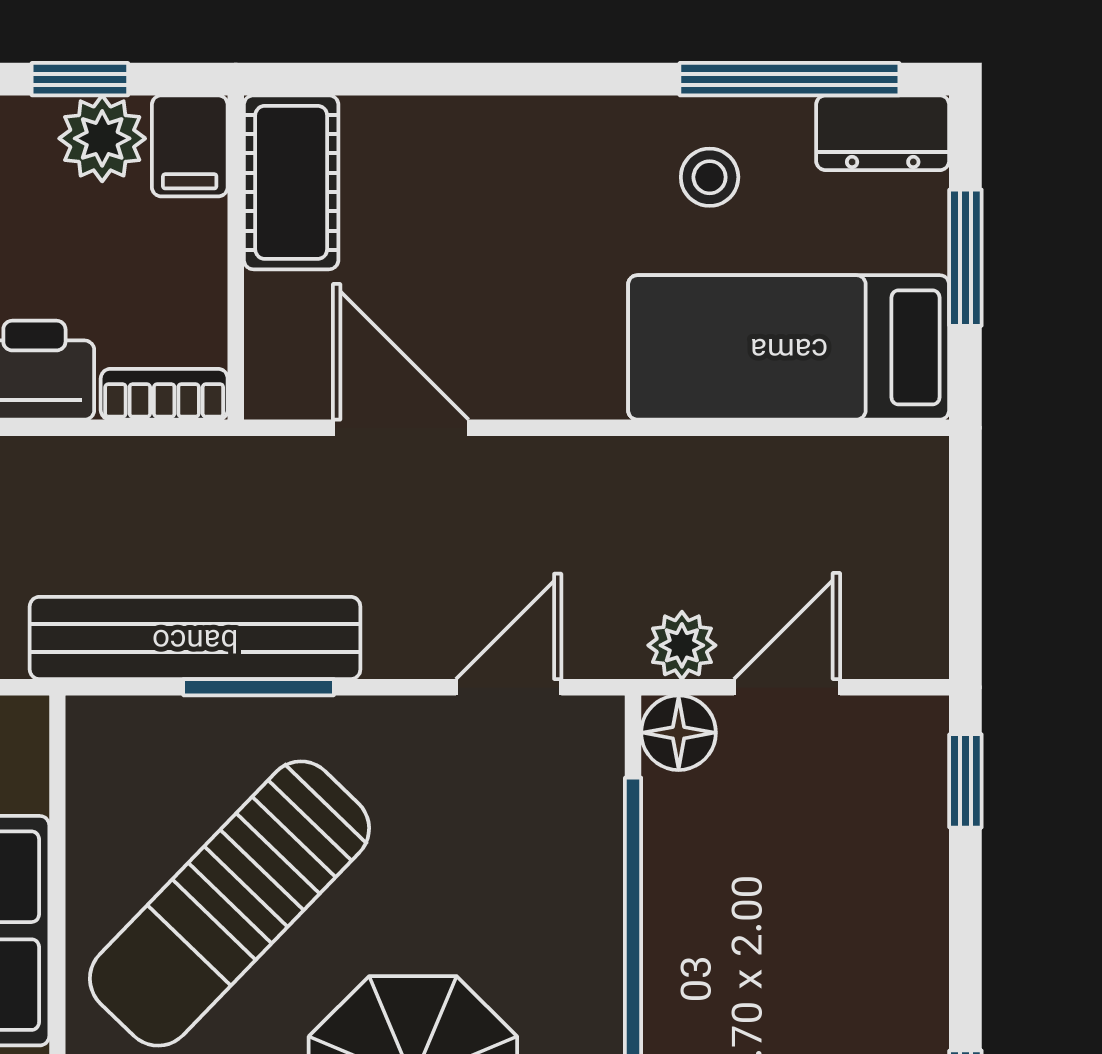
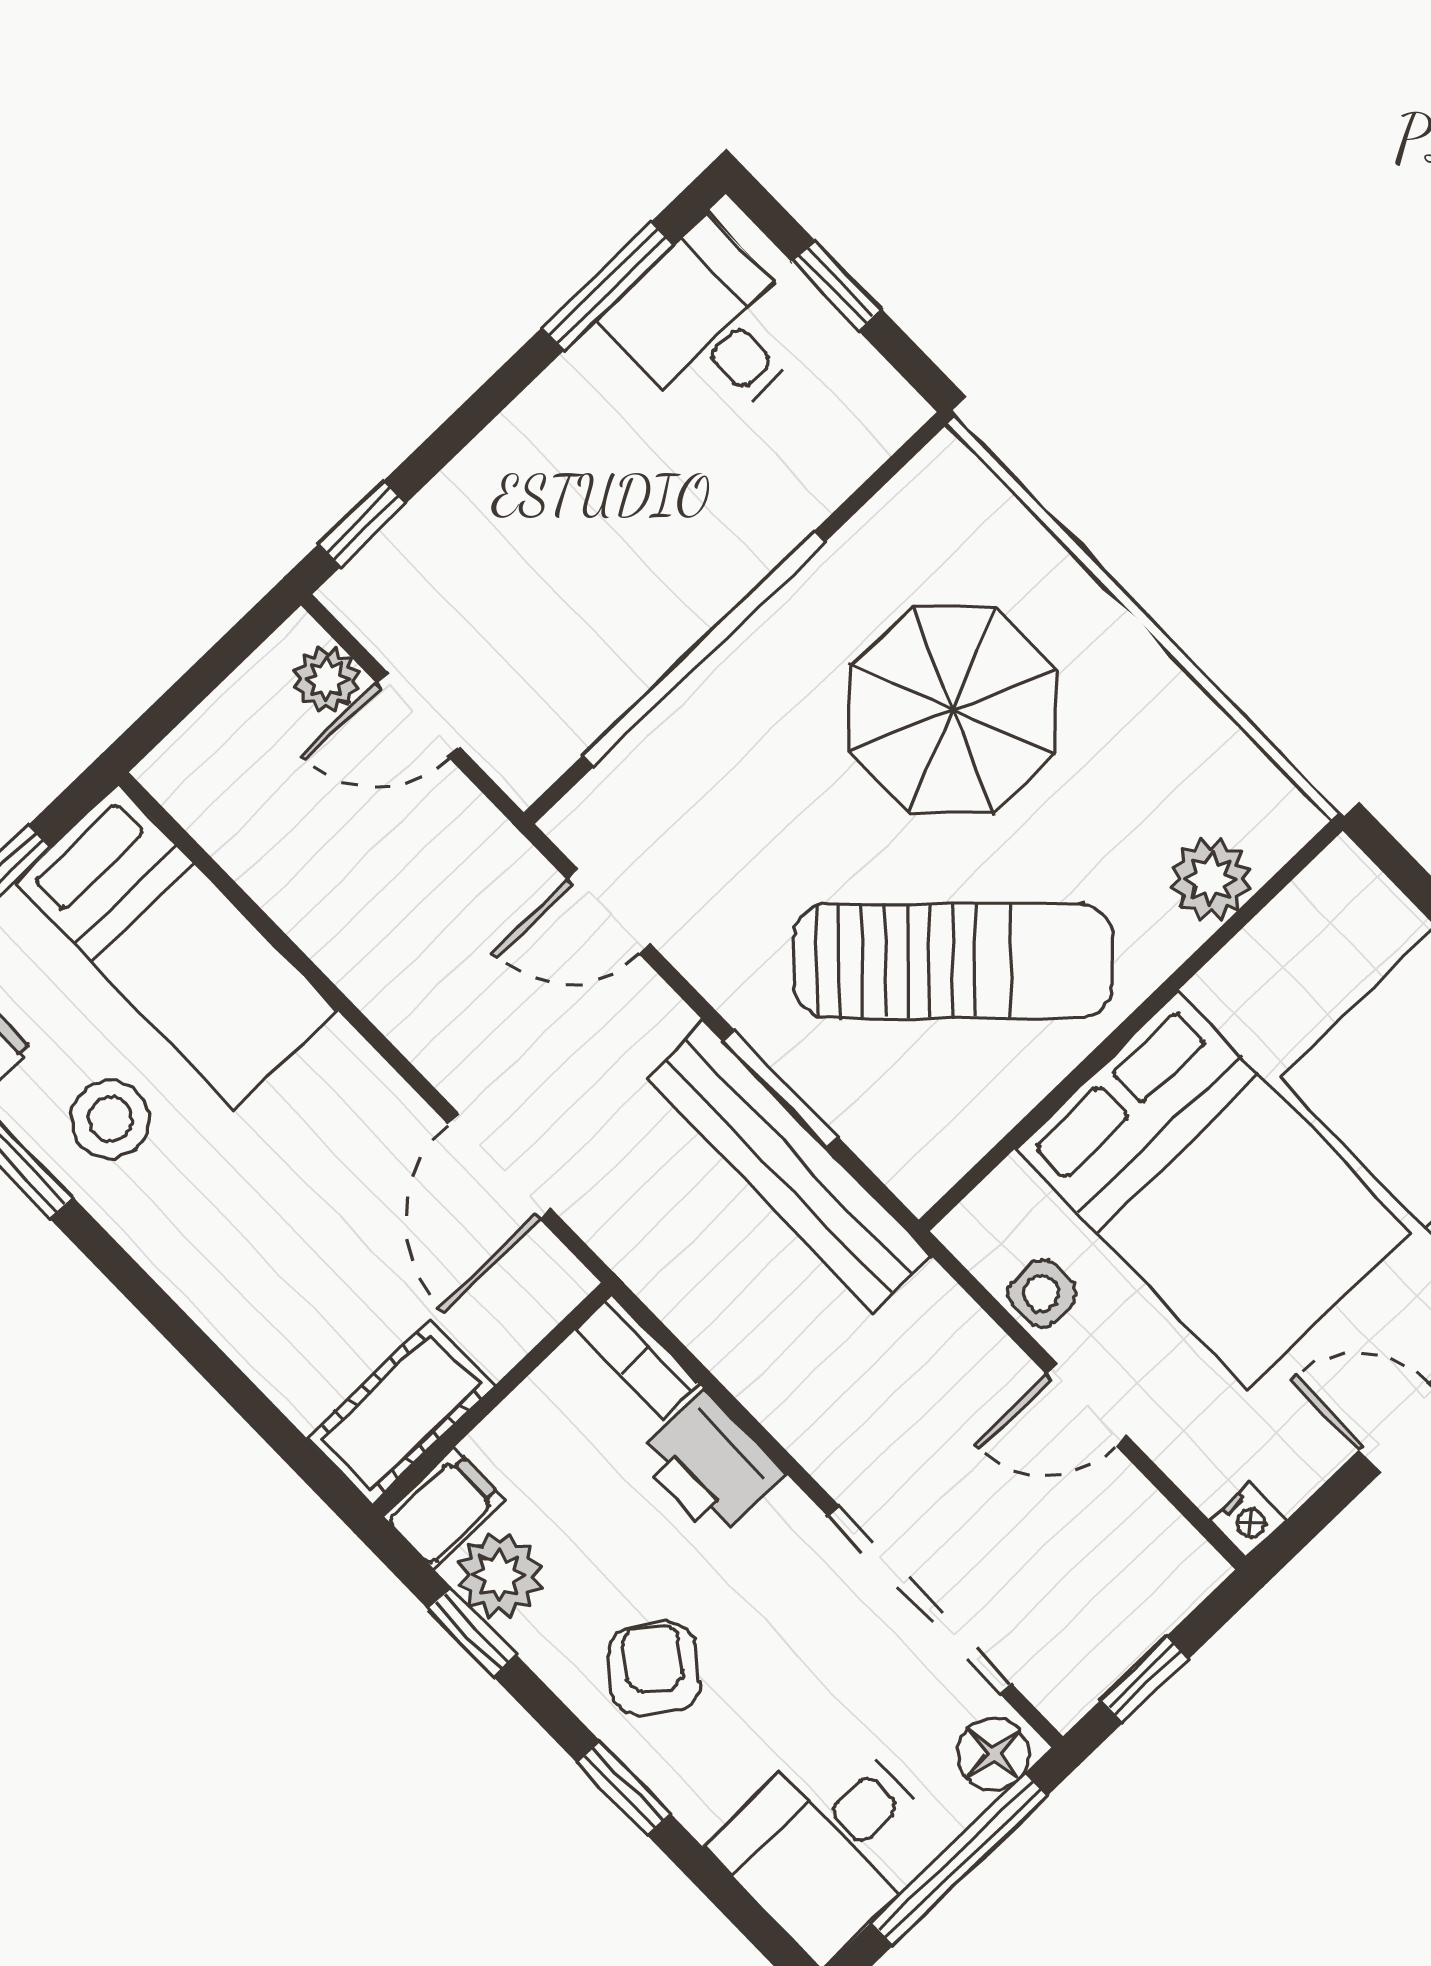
stool: (710, 177) -> (110, 1119), width x1.37, depth x1.37
plant: (682, 645) -> (326, 679), moved
floor lamp: (679, 733) -> (525, 760), removed

